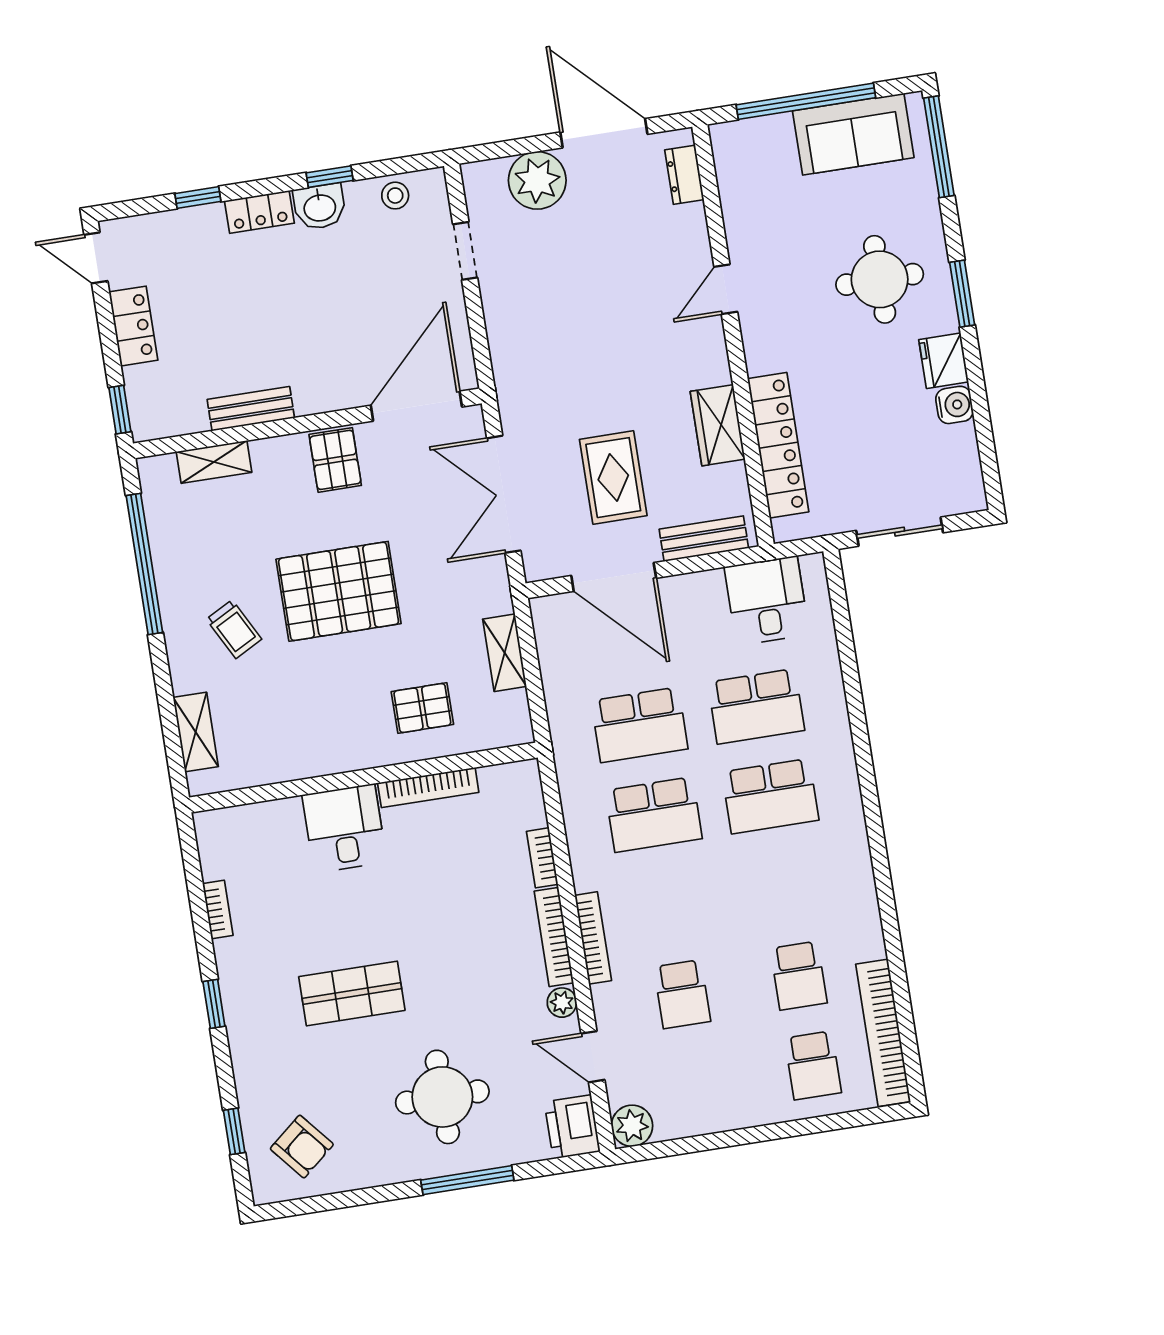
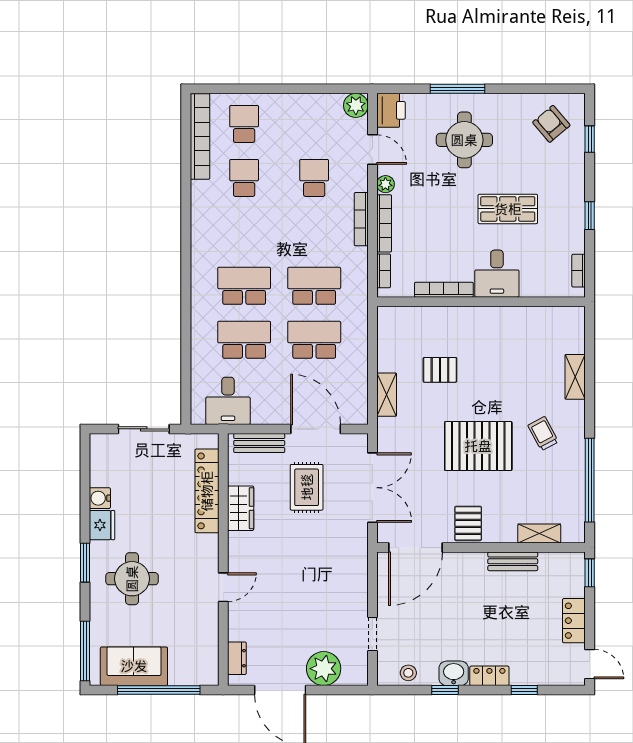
wall: (363, 777) -> (481, 302), moved
bookcase: (428, 787) -> (444, 290), moved
desk: (344, 828) -> (497, 274), moved

